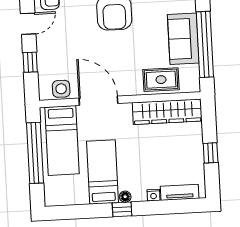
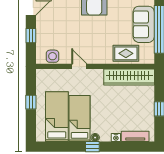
door: (98, 101) -> (79, 66), width x0.53
bed: (62, 140) -> (57, 117), moved, turned 180
window: (35, 153) -> (31, 102), width x0.32

